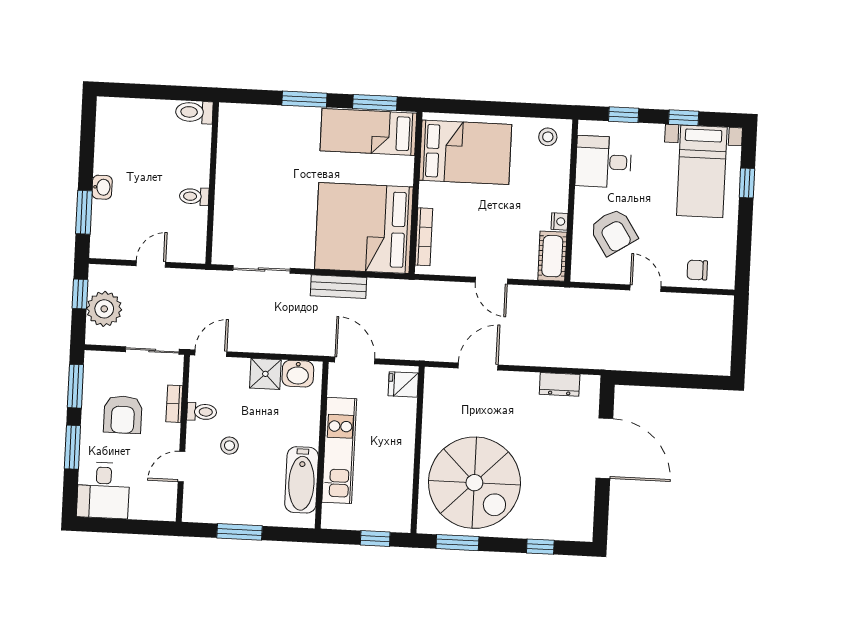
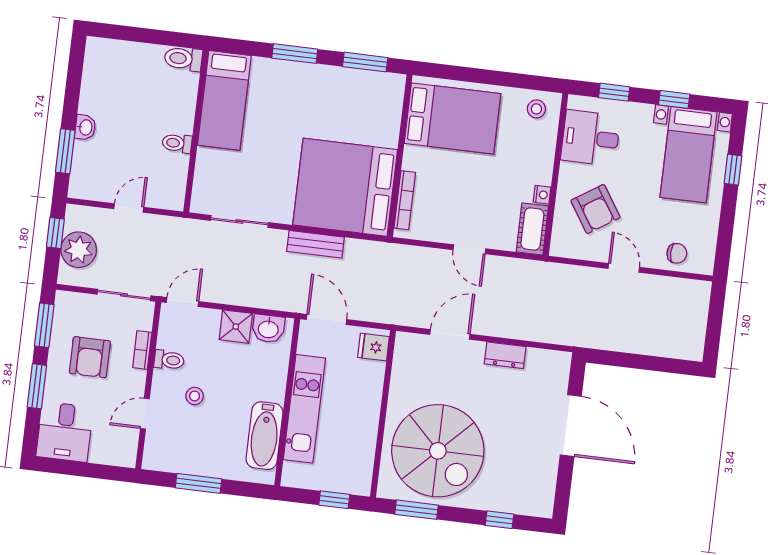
bed: (368, 132) -> (224, 100), moved, turned -90
chair: (697, 270) -> (677, 253), turned 180
dresser: (560, 384) -> (505, 355), moved

